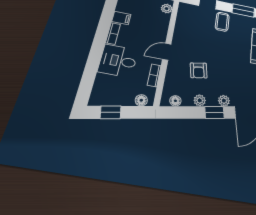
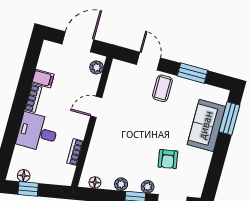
door: (167, 52) -> (96, 107), moved
armchair: (199, 70) -> (168, 159), moved
floor lamp: (141, 100) -> (24, 176), moved

